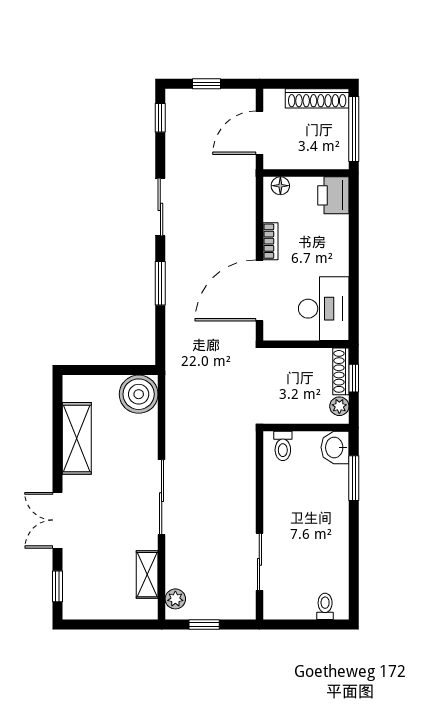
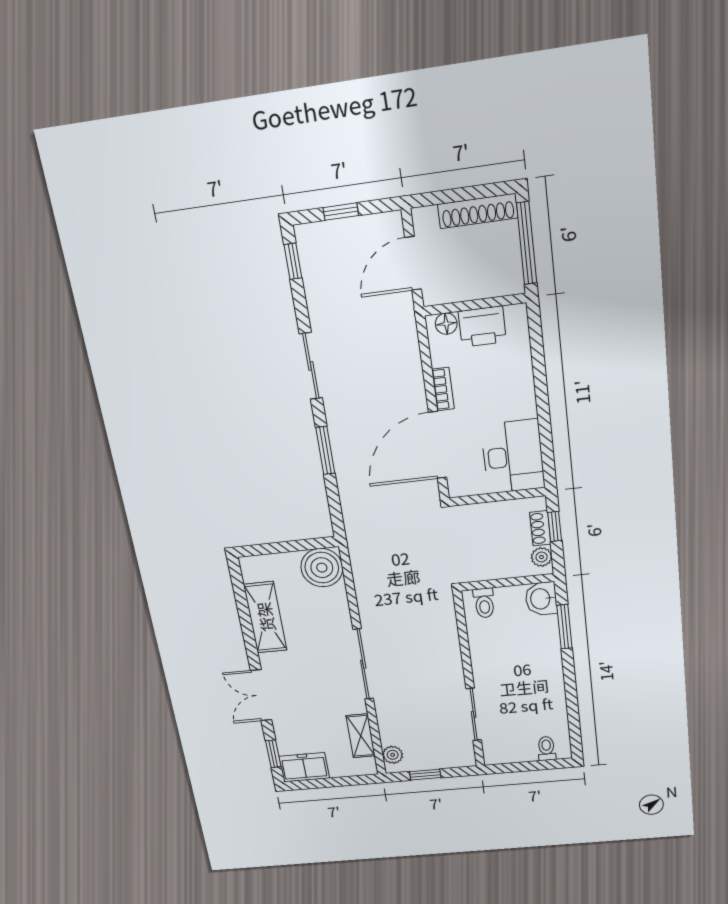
printer: (333, 195) -> (482, 327), moved, turned -90
shoe rack: (341, 371) -> (540, 528), width x0.70
freezer: (86, 605) -> (304, 767), added

